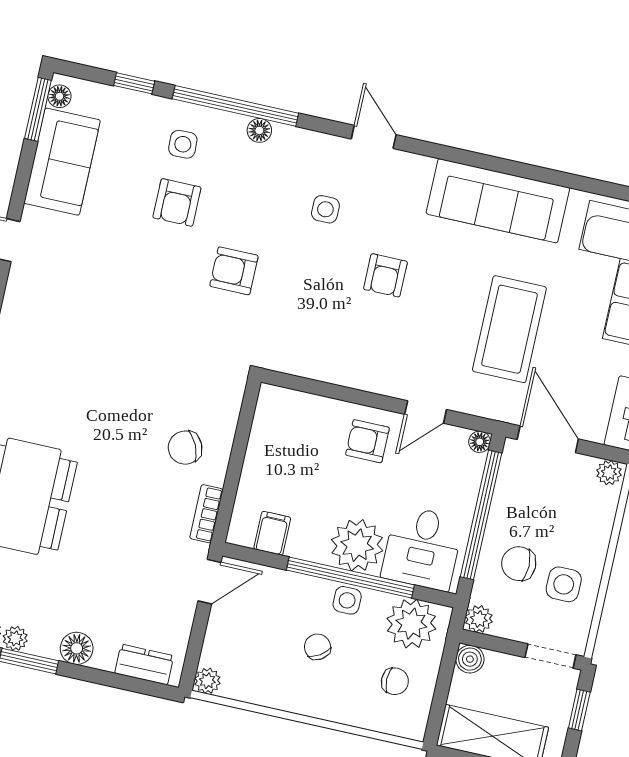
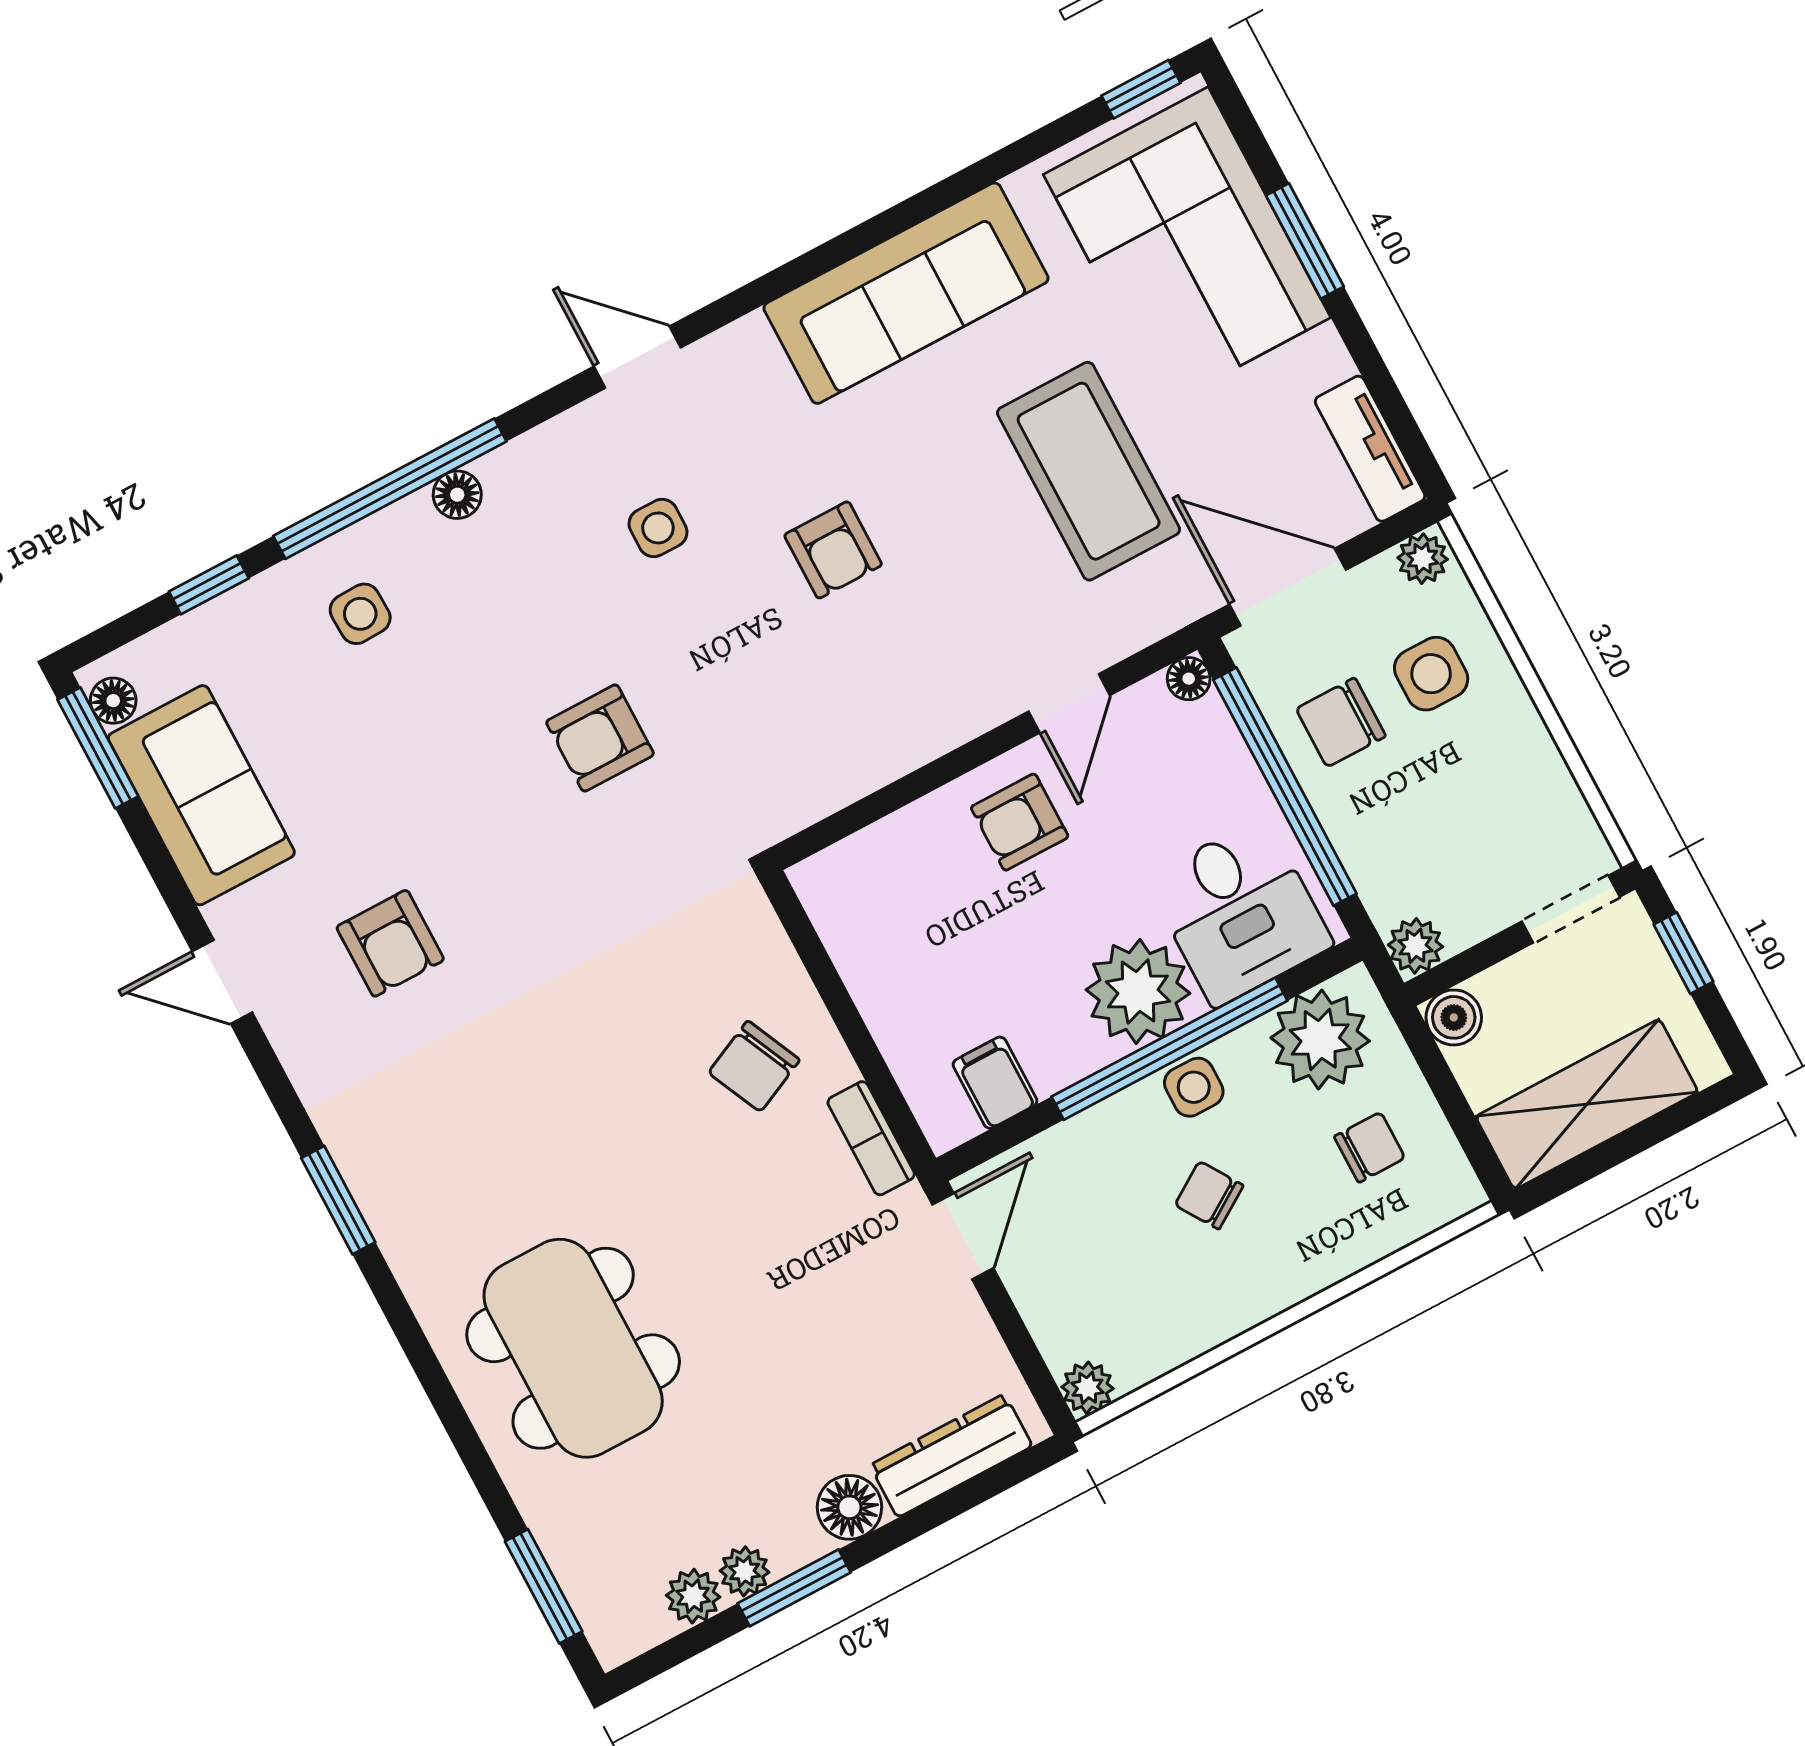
armchair: (177, 202) -> (390, 943), moved
chair: (519, 564) -> (1341, 722), moved
side table: (564, 584) -> (1431, 674), moved
dresser: (144, 665) -> (951, 1456), width x1.44

